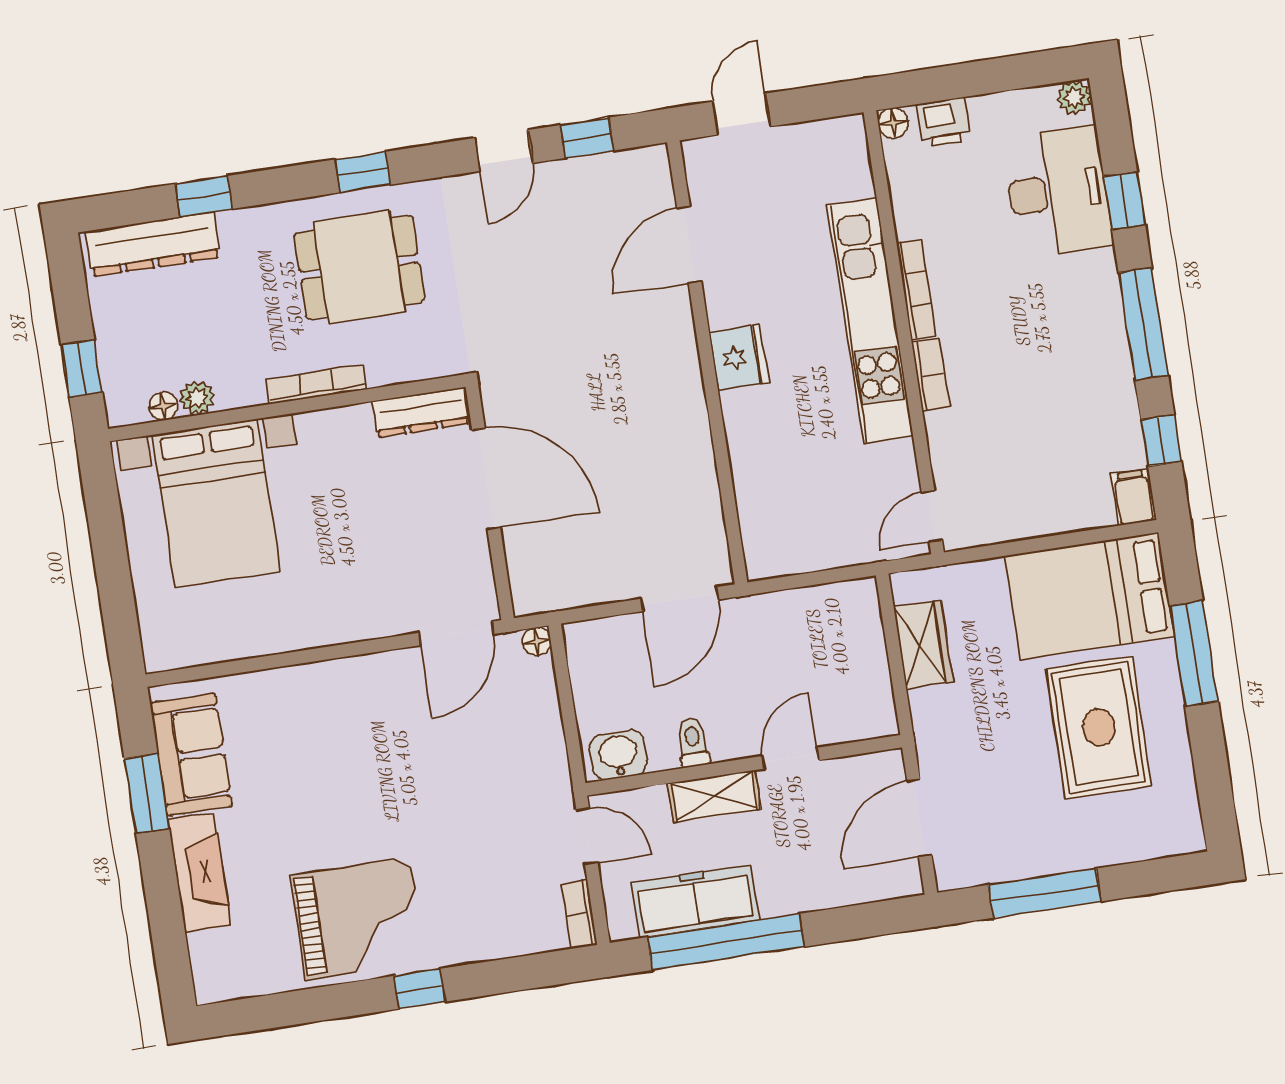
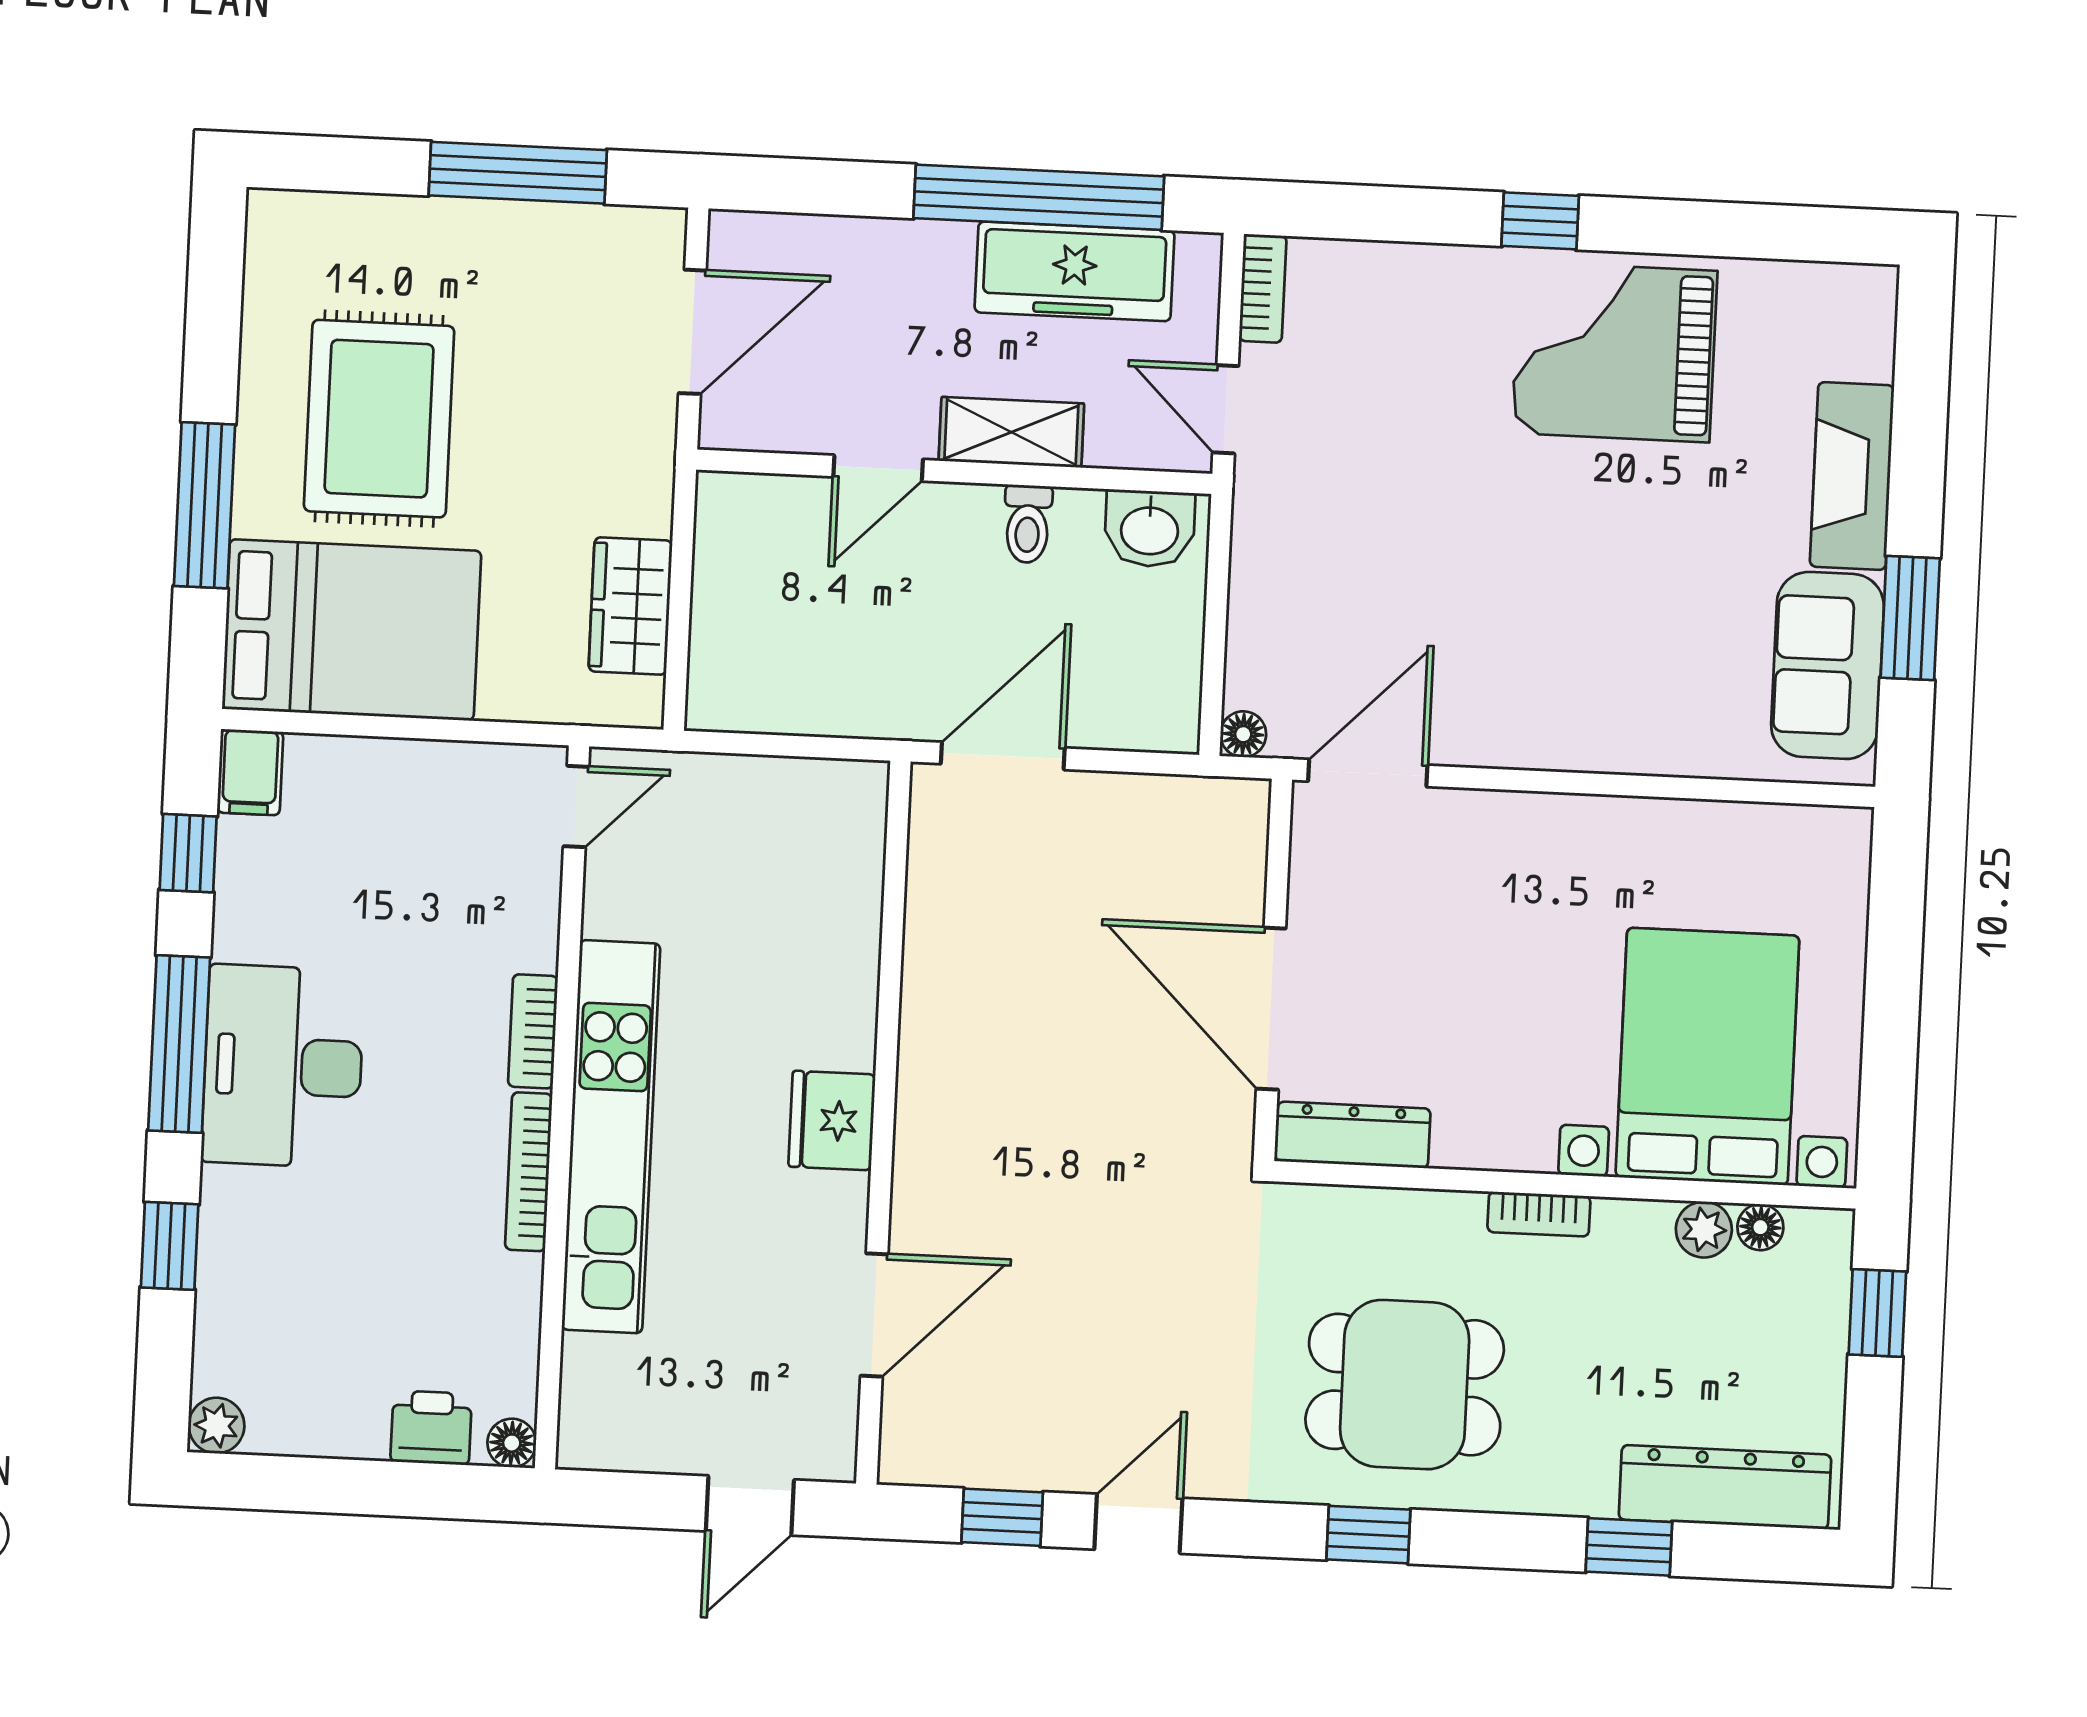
desk: (1058, 192) -> (283, 1066), moved
bookcase: (316, 384) -> (1539, 1214), width x0.64

